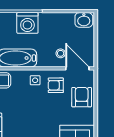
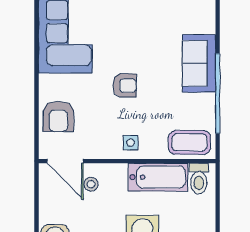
armchair: (56, 85) -> (125, 85), moved

